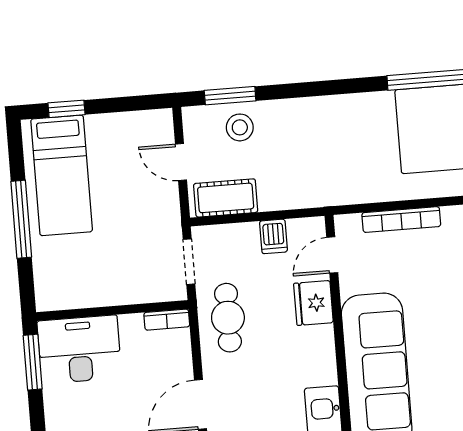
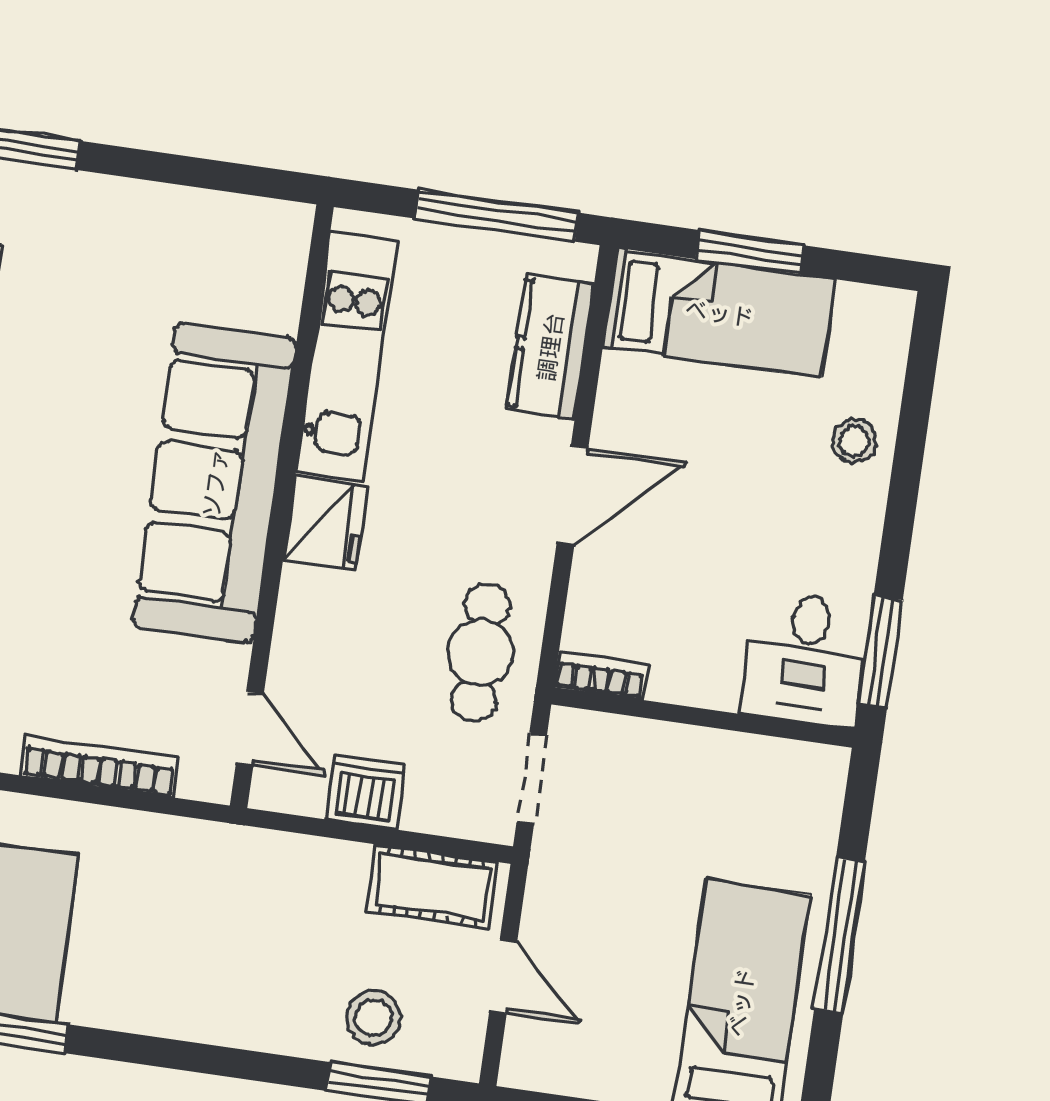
dishwasher: (273, 236) -> (366, 792), width x1.38
door: (332, 255) -> (250, 728), hinge flipped
fridge: (313, 303) -> (325, 523), moved
desk: (79, 349) -> (805, 660), width x0.73

